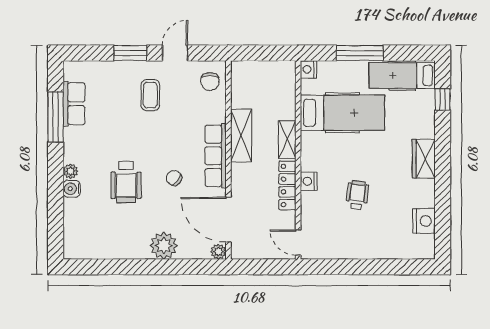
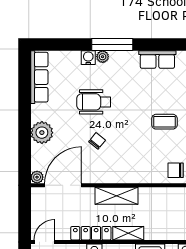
window: (56, 117) -> (112, 45), moved
shelving: (241, 136) -> (116, 196), moved
row of seats: (216, 156) -> (39, 77), moved, turned 90

